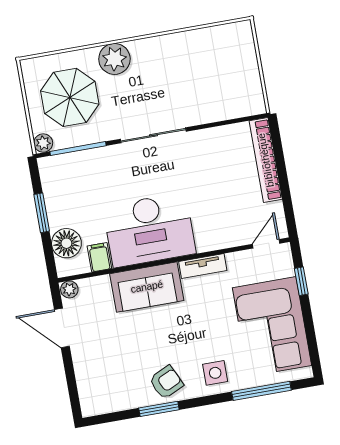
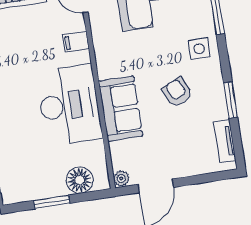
filing cabinet: (99, 257) -> (76, 42), moved
tv unit: (203, 266) -> (225, 141), moved, turned 180
armchair: (166, 382) -> (178, 92), moved

